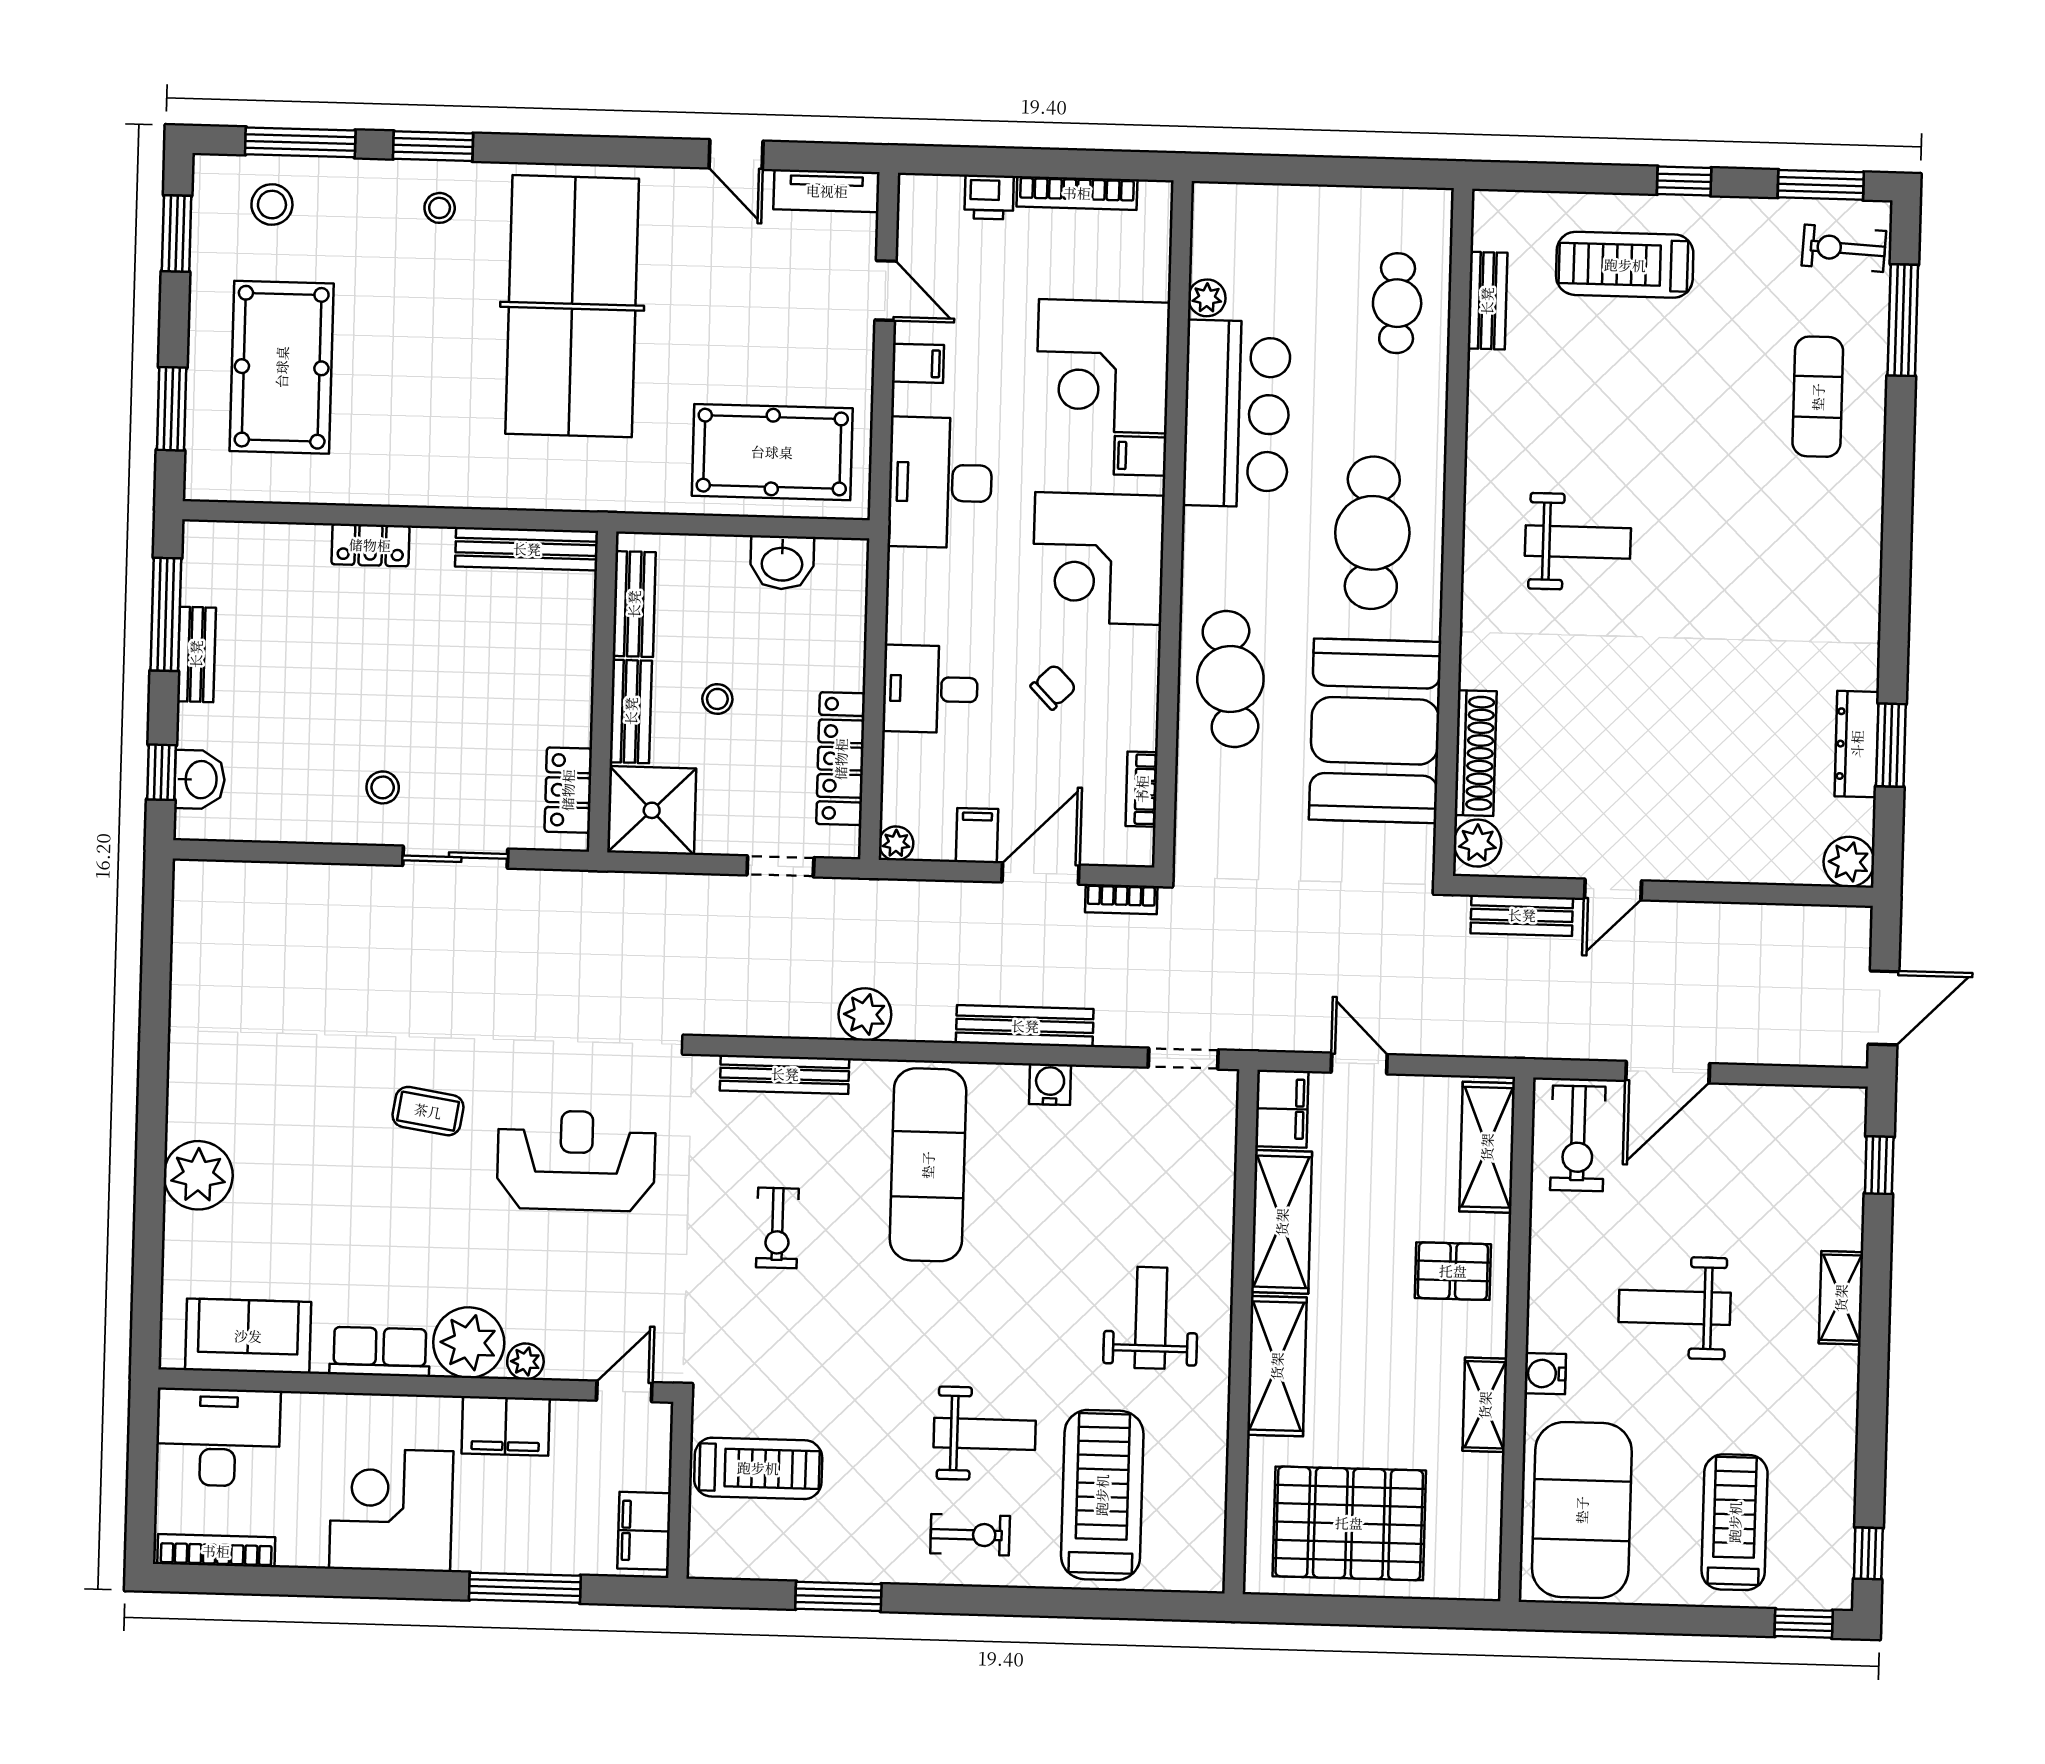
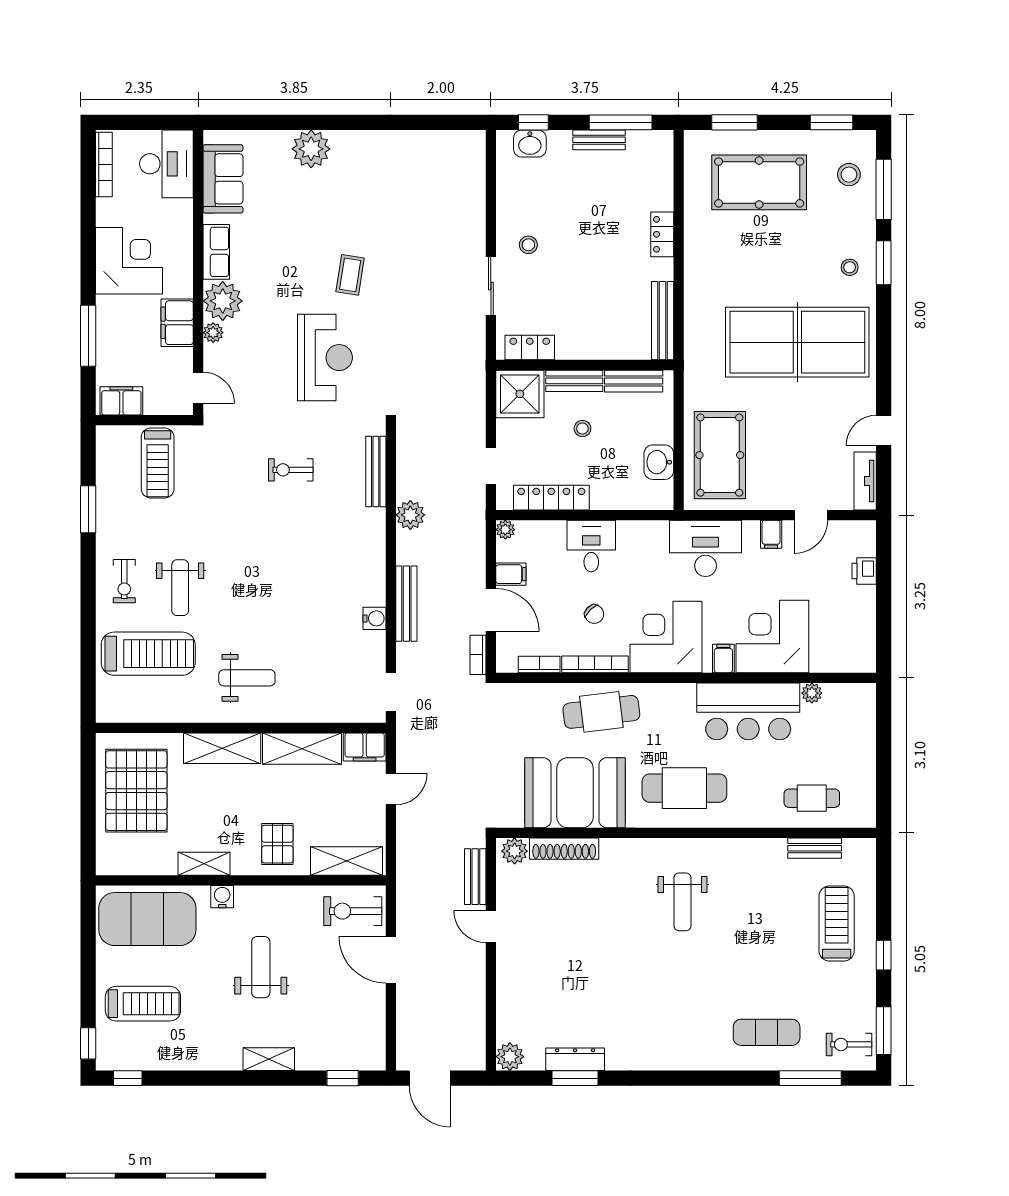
bookcase: (1077, 193) -> (595, 664), moved, turned 90
exercise bike: (1844, 248) -> (849, 1044), turned -93
exercise mat: (928, 1165) -> (328, 552), removed

